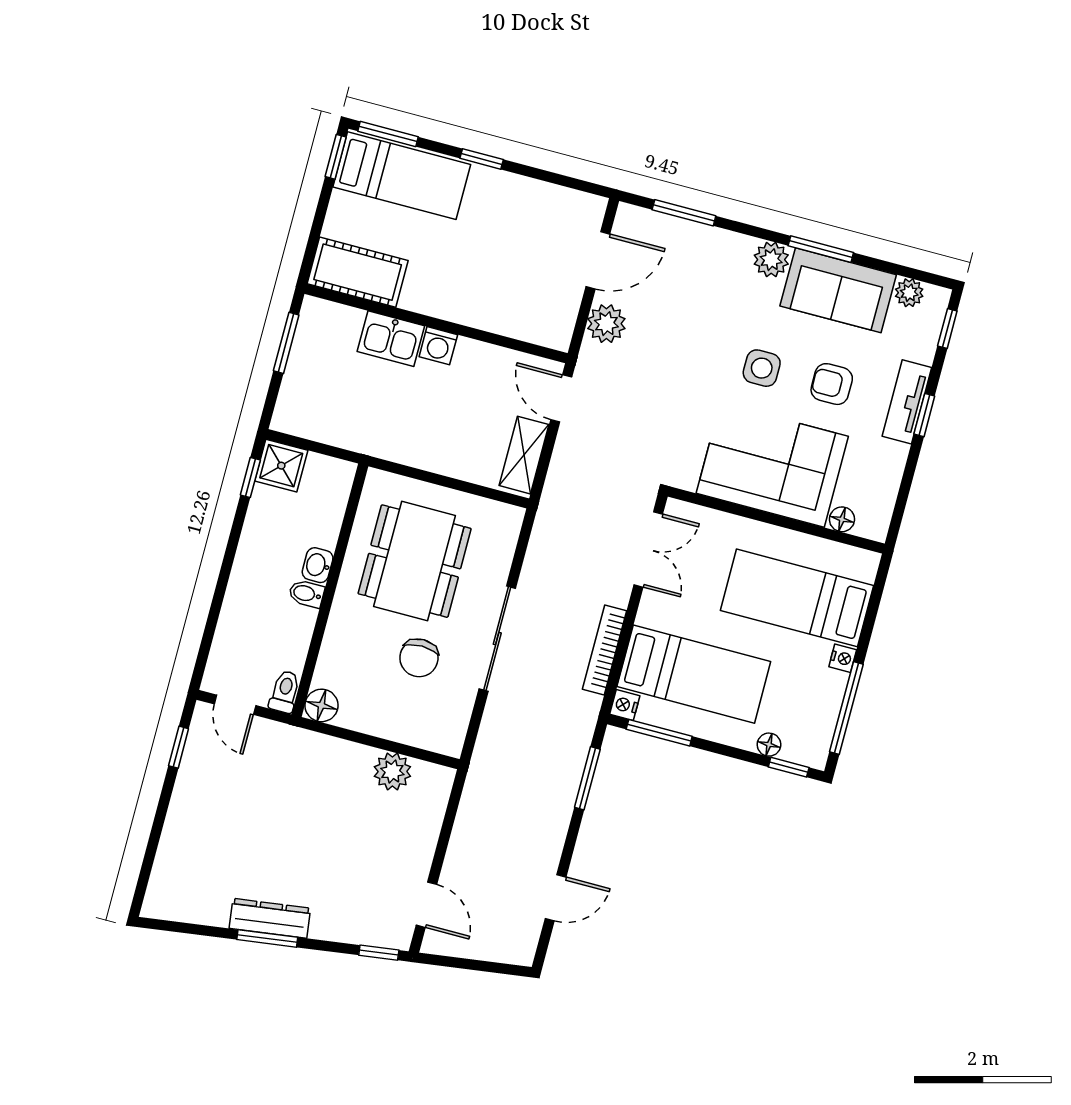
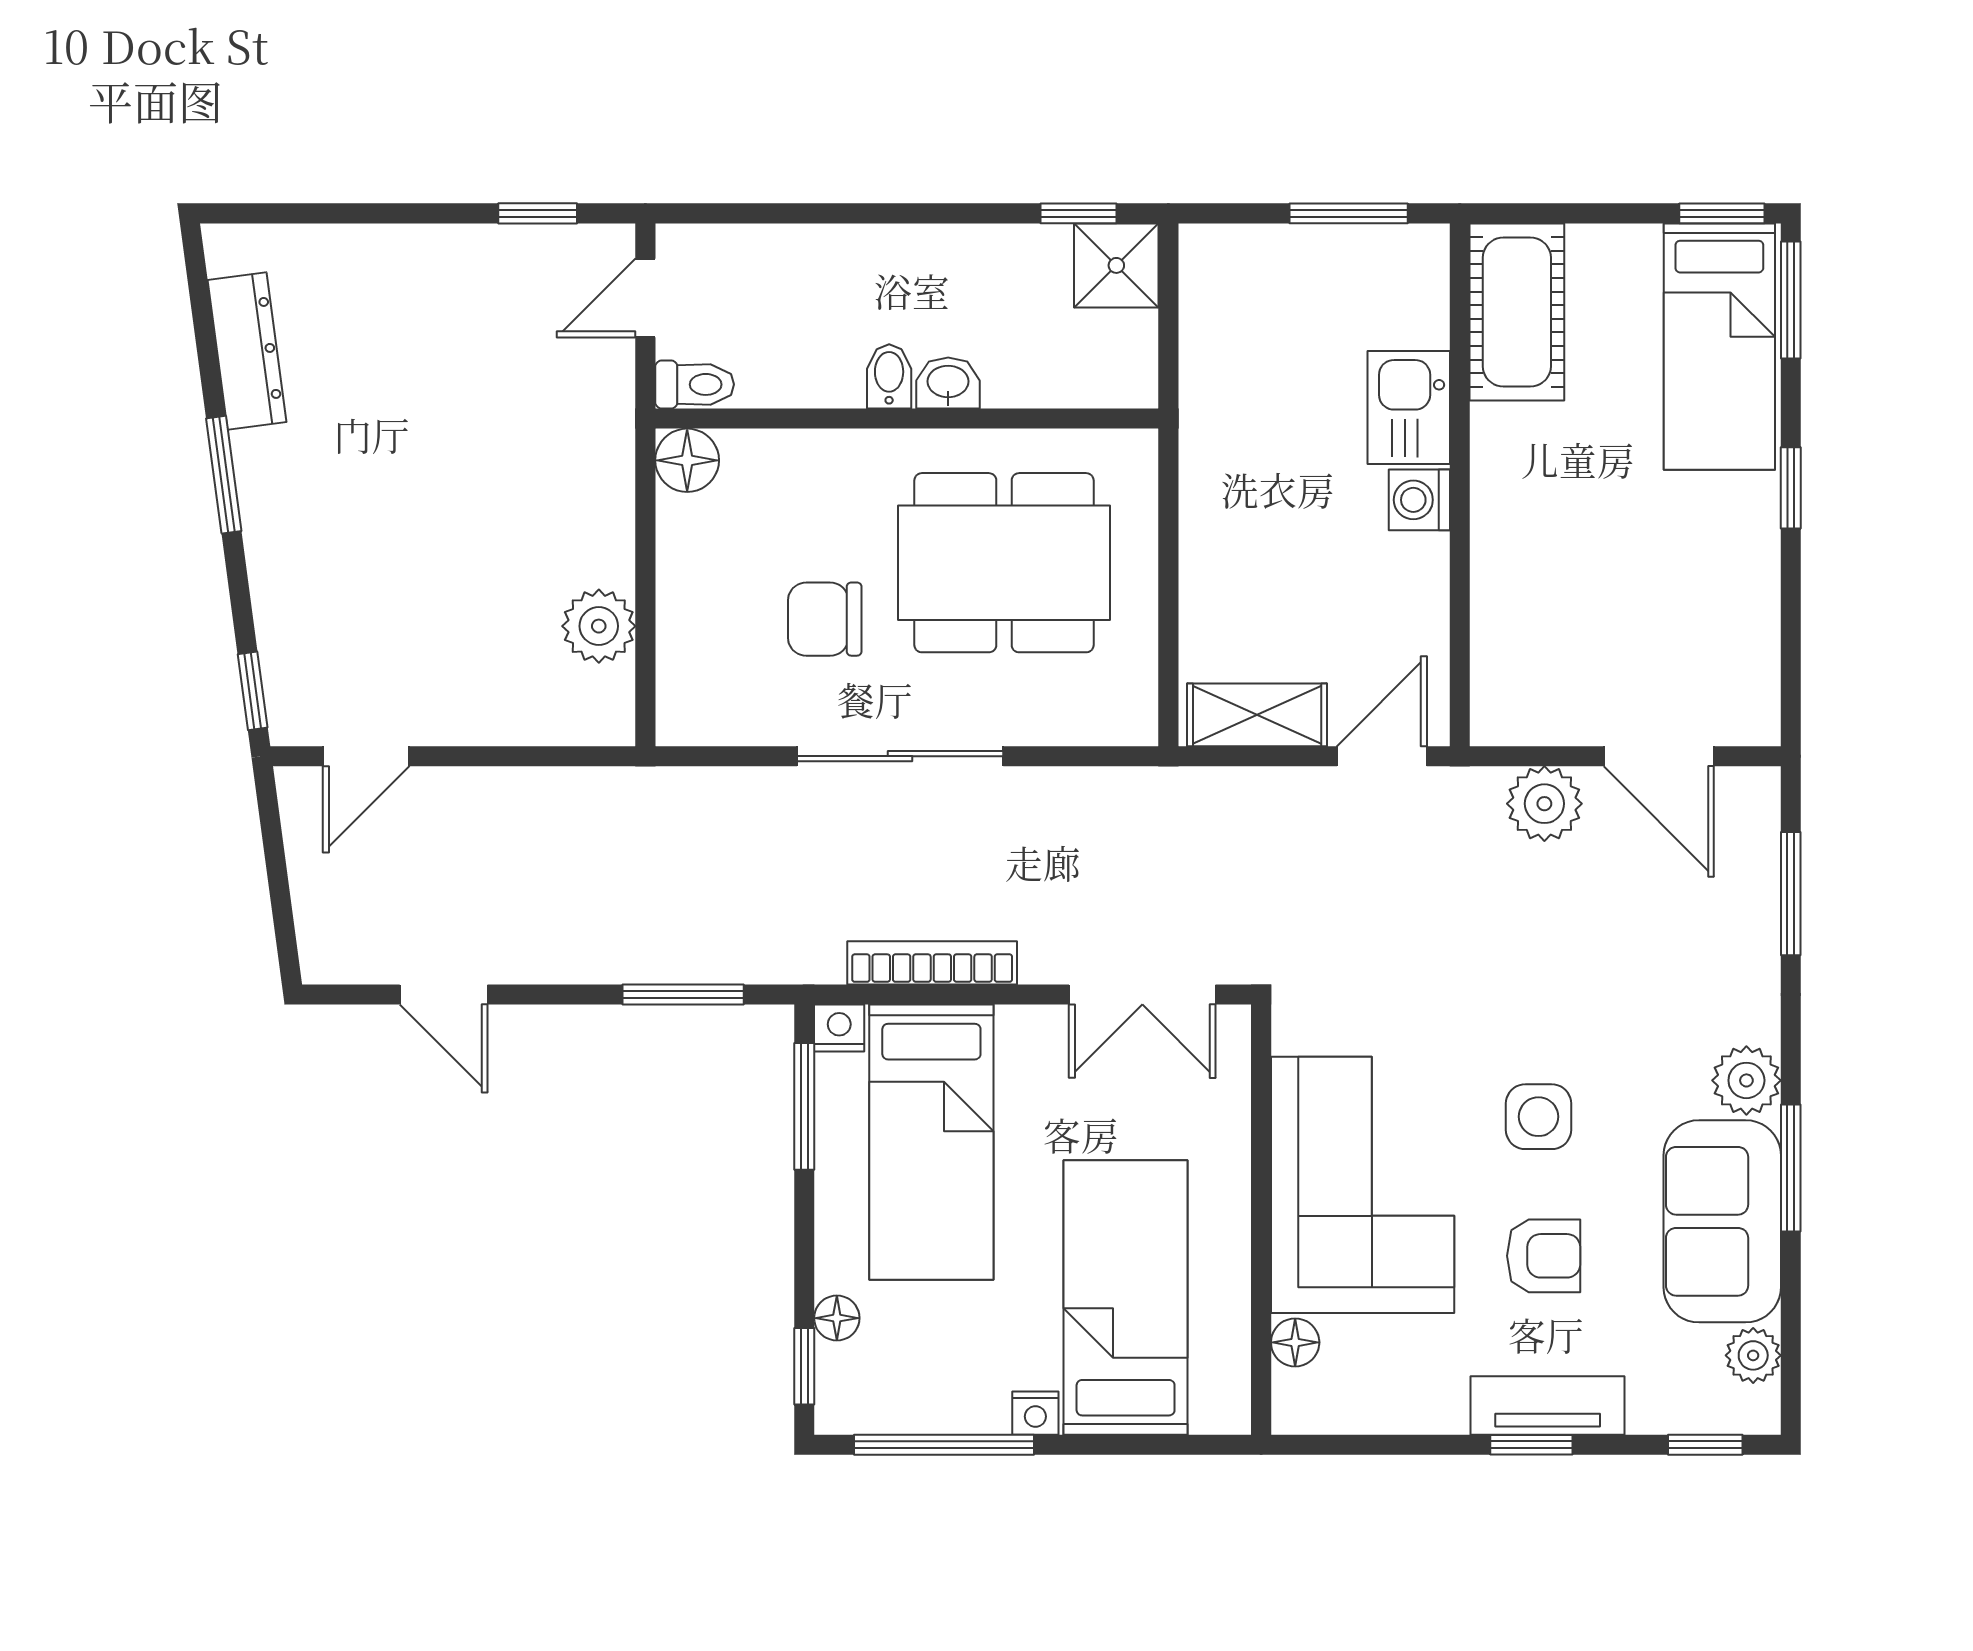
armchair: (832, 384) -> (1544, 1256), turned 90
dresser: (270, 918) -> (247, 351), moved

